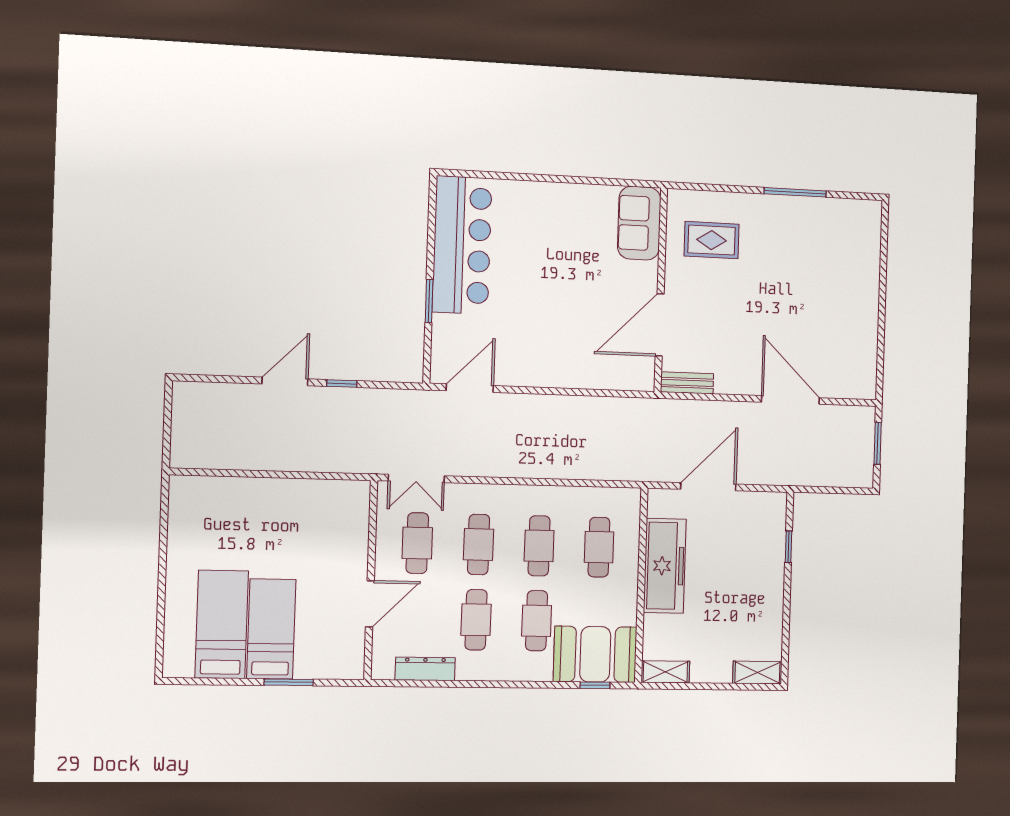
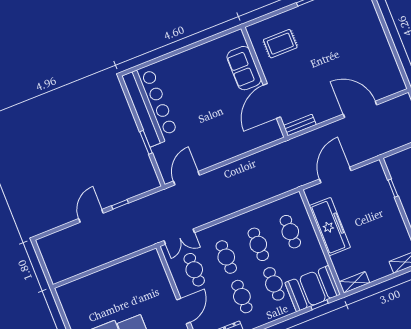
sofa: (639, 223) -> (244, 68), moved

